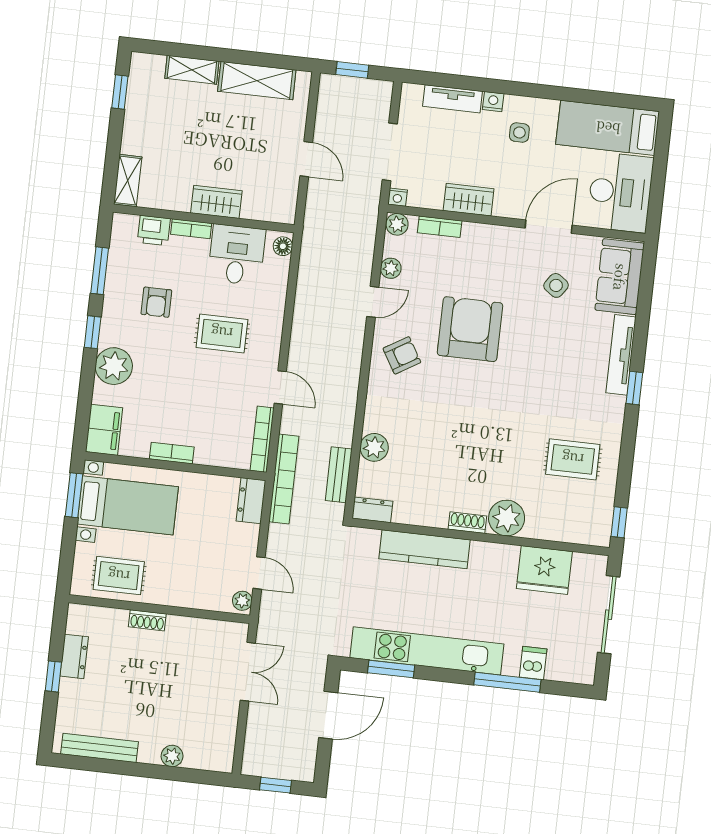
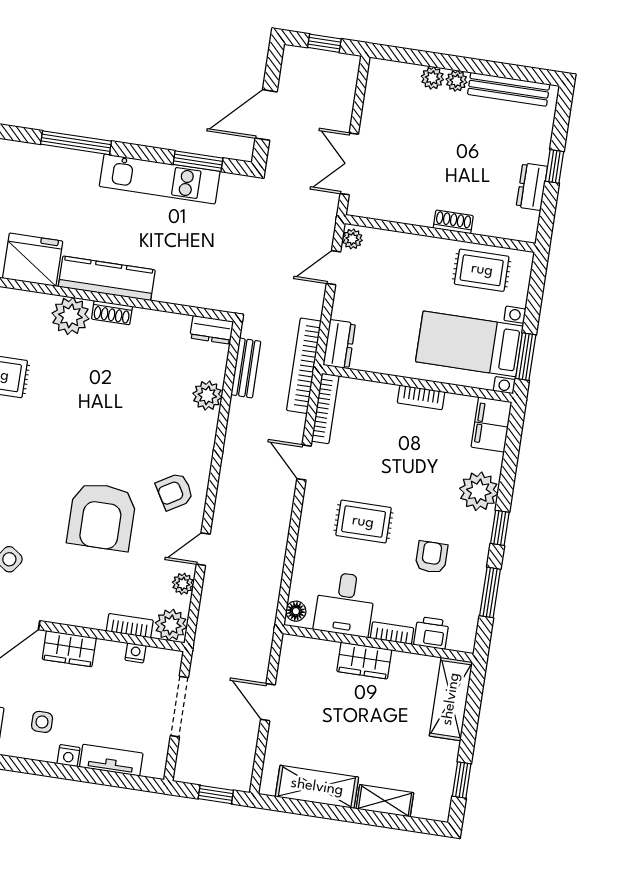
shelving: (128, 181) -> (451, 699), width x1.50, depth x1.33
nightstand: (397, 197) -> (135, 653), moved
wardrobe: (469, 200) -> (69, 649), moved
plant: (397, 224) -> (171, 625), width x1.38, depth x1.38
kitchen counter: (424, 549) -> (107, 278), moved
door: (259, 573) -> (334, 268), hinge flipped
kitchen unit: (427, 651) -> (160, 179), width x0.73
dishwasher: (533, 663) -> (48, 162), removed
plant: (149, 754) -> (457, 81), added

